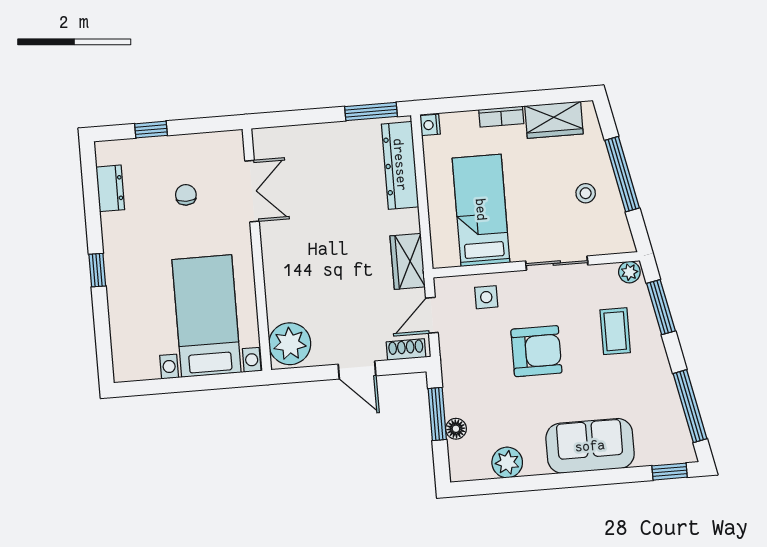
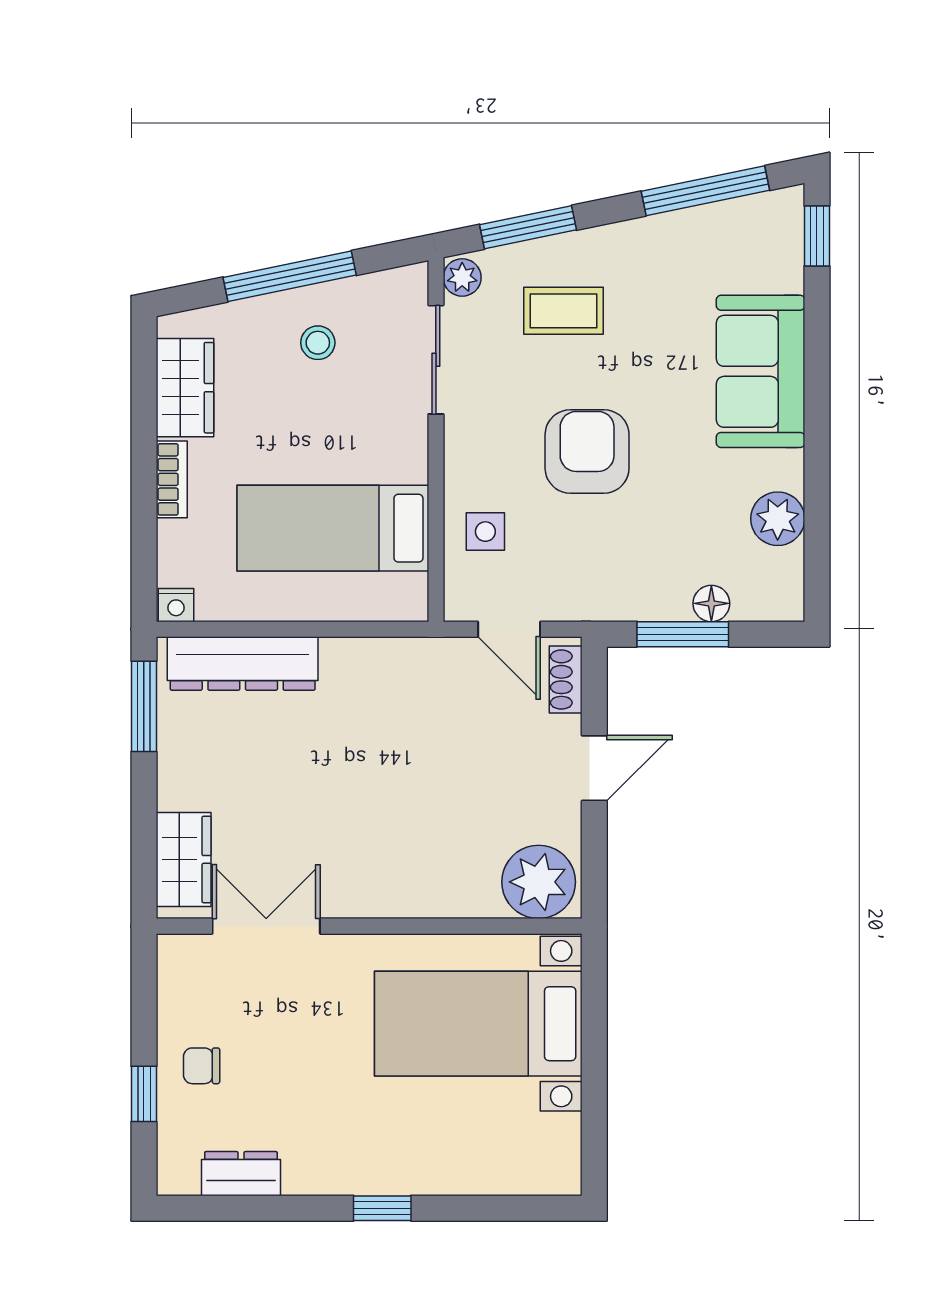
chair: (186, 195) -> (202, 1066), moved
wardrobe: (408, 261) -> (184, 859), moved, turned -90
sliding door: (557, 263) -> (436, 360), moved

